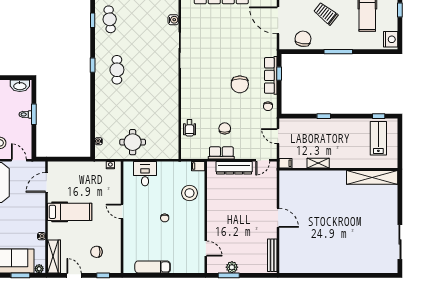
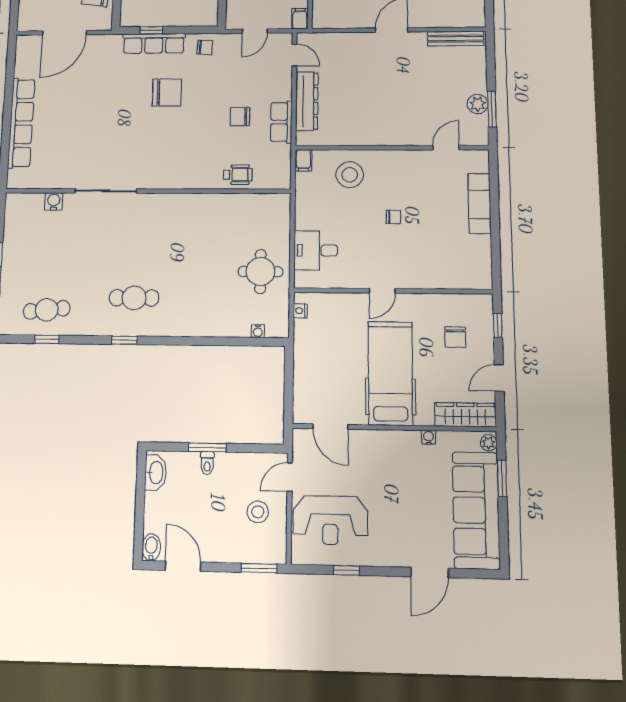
hospital bed: (70, 212) -> (390, 373), width x1.37, depth x1.29
exam couch: (153, 267) -> (479, 204), moved

